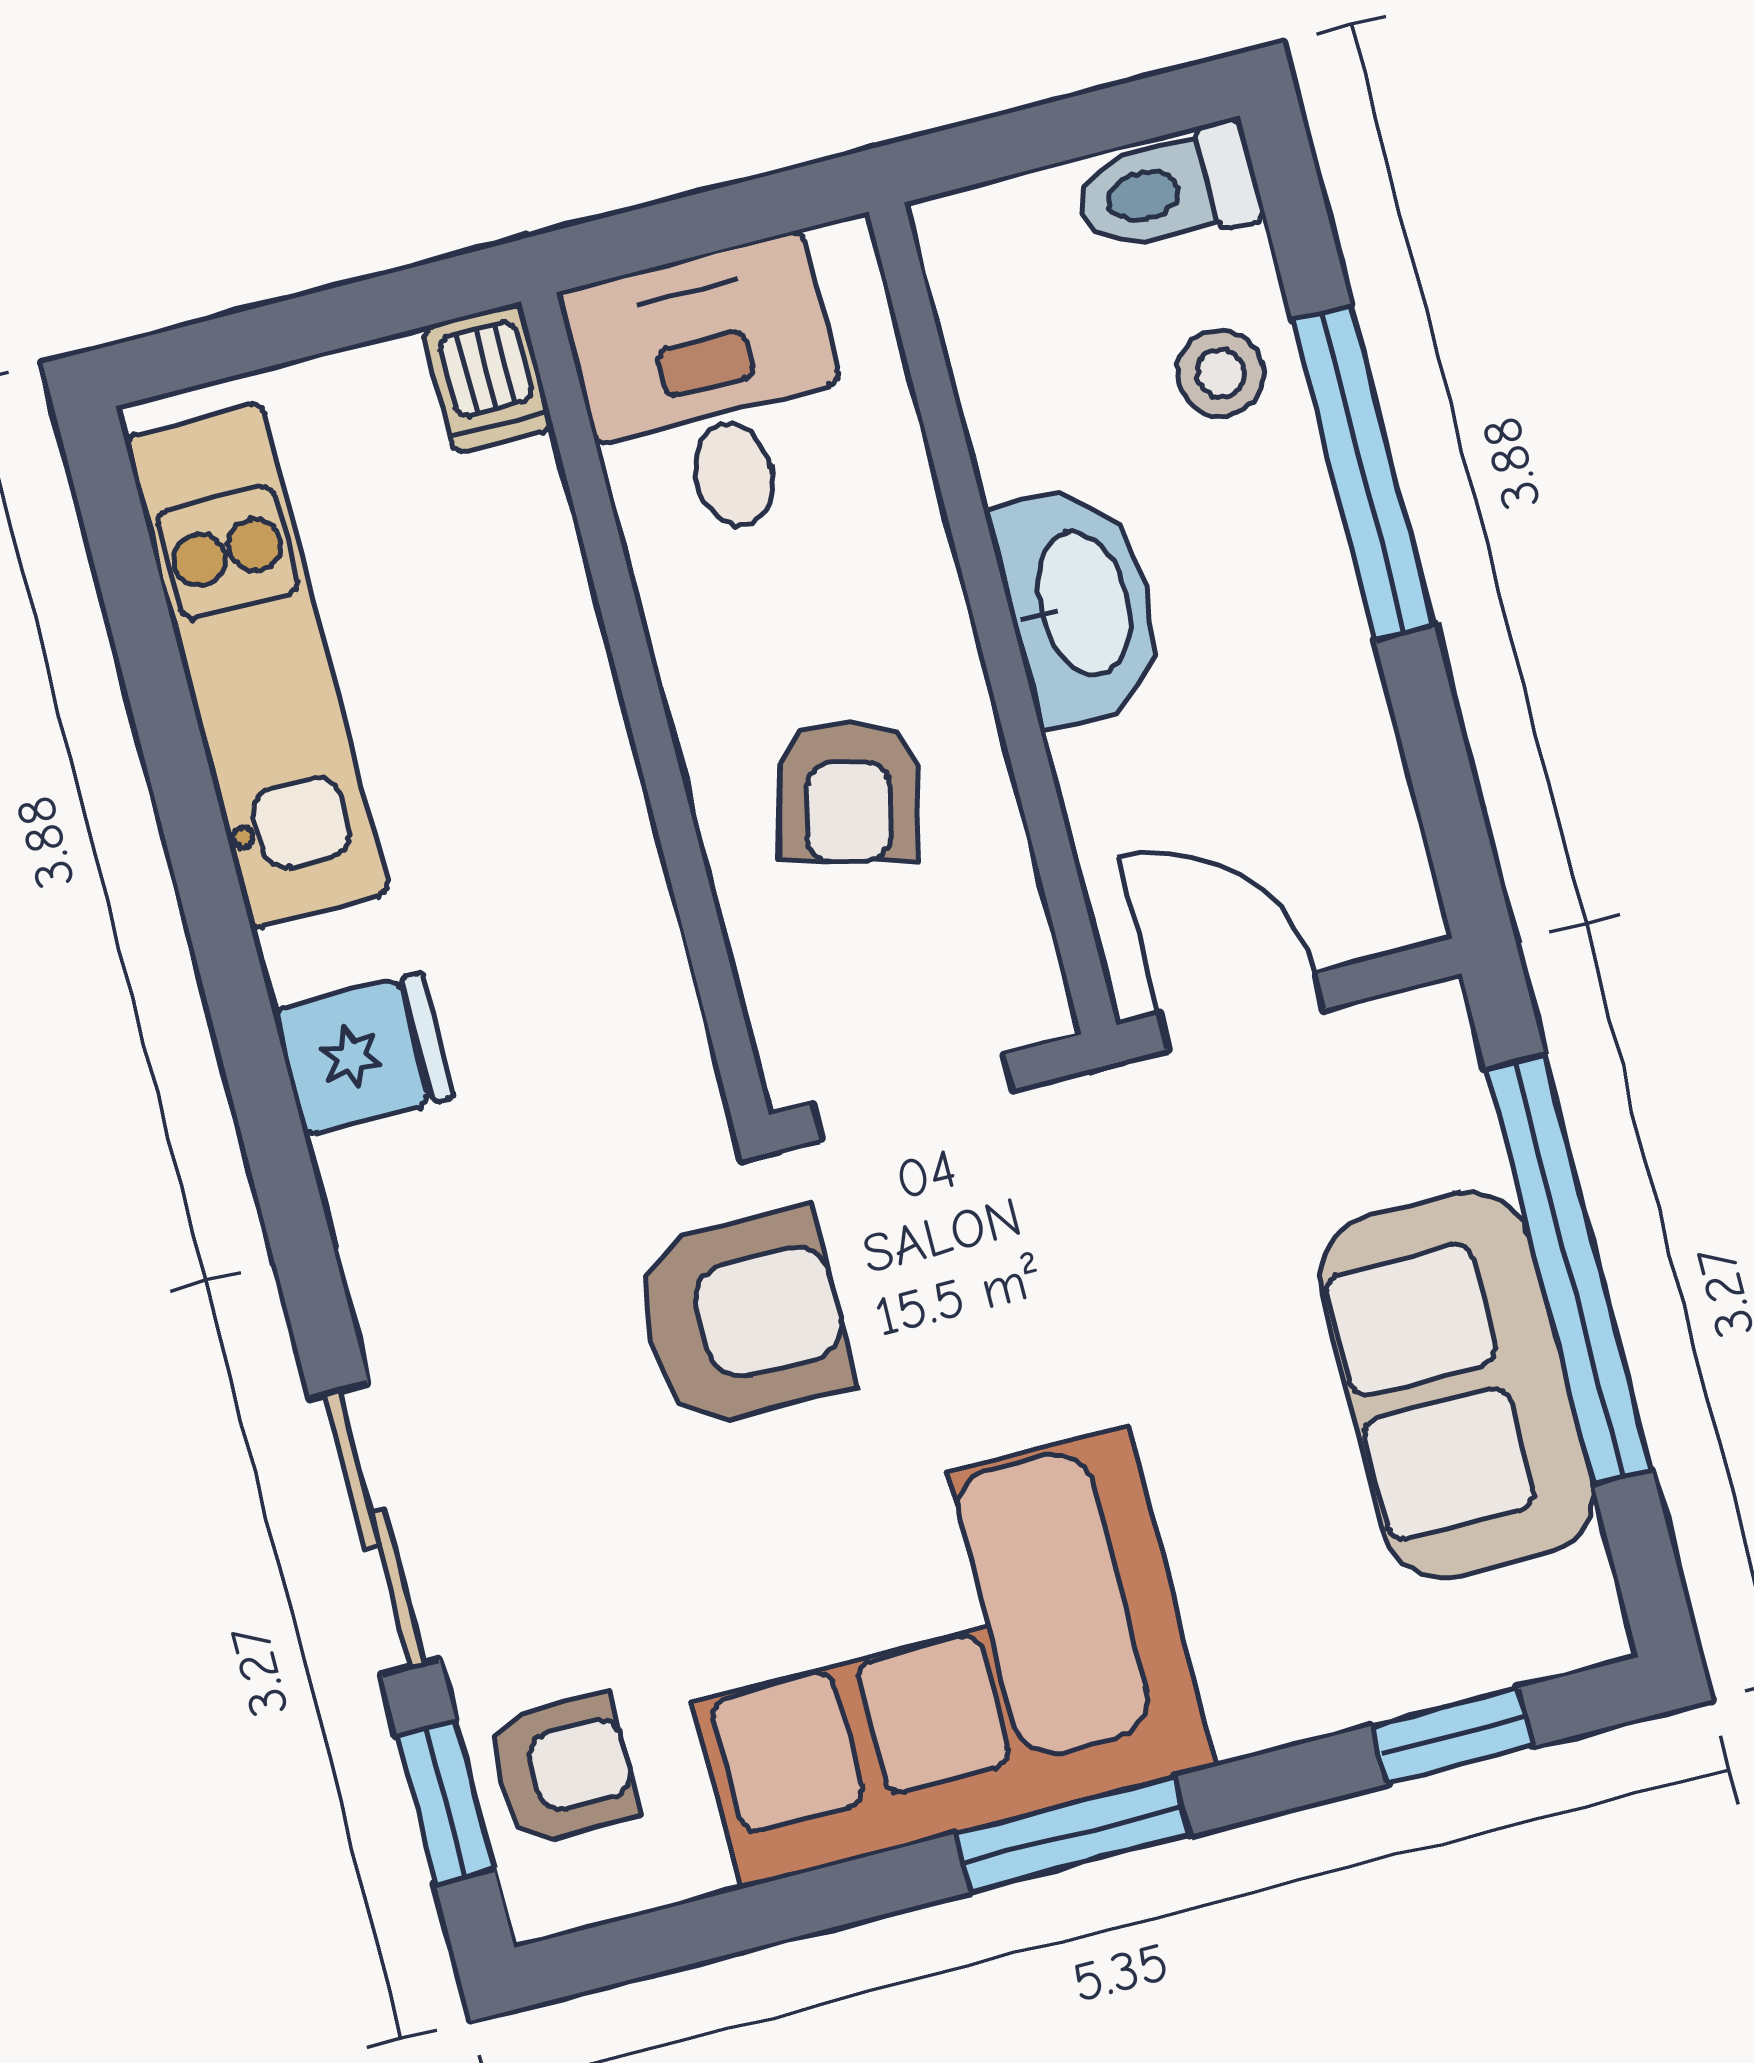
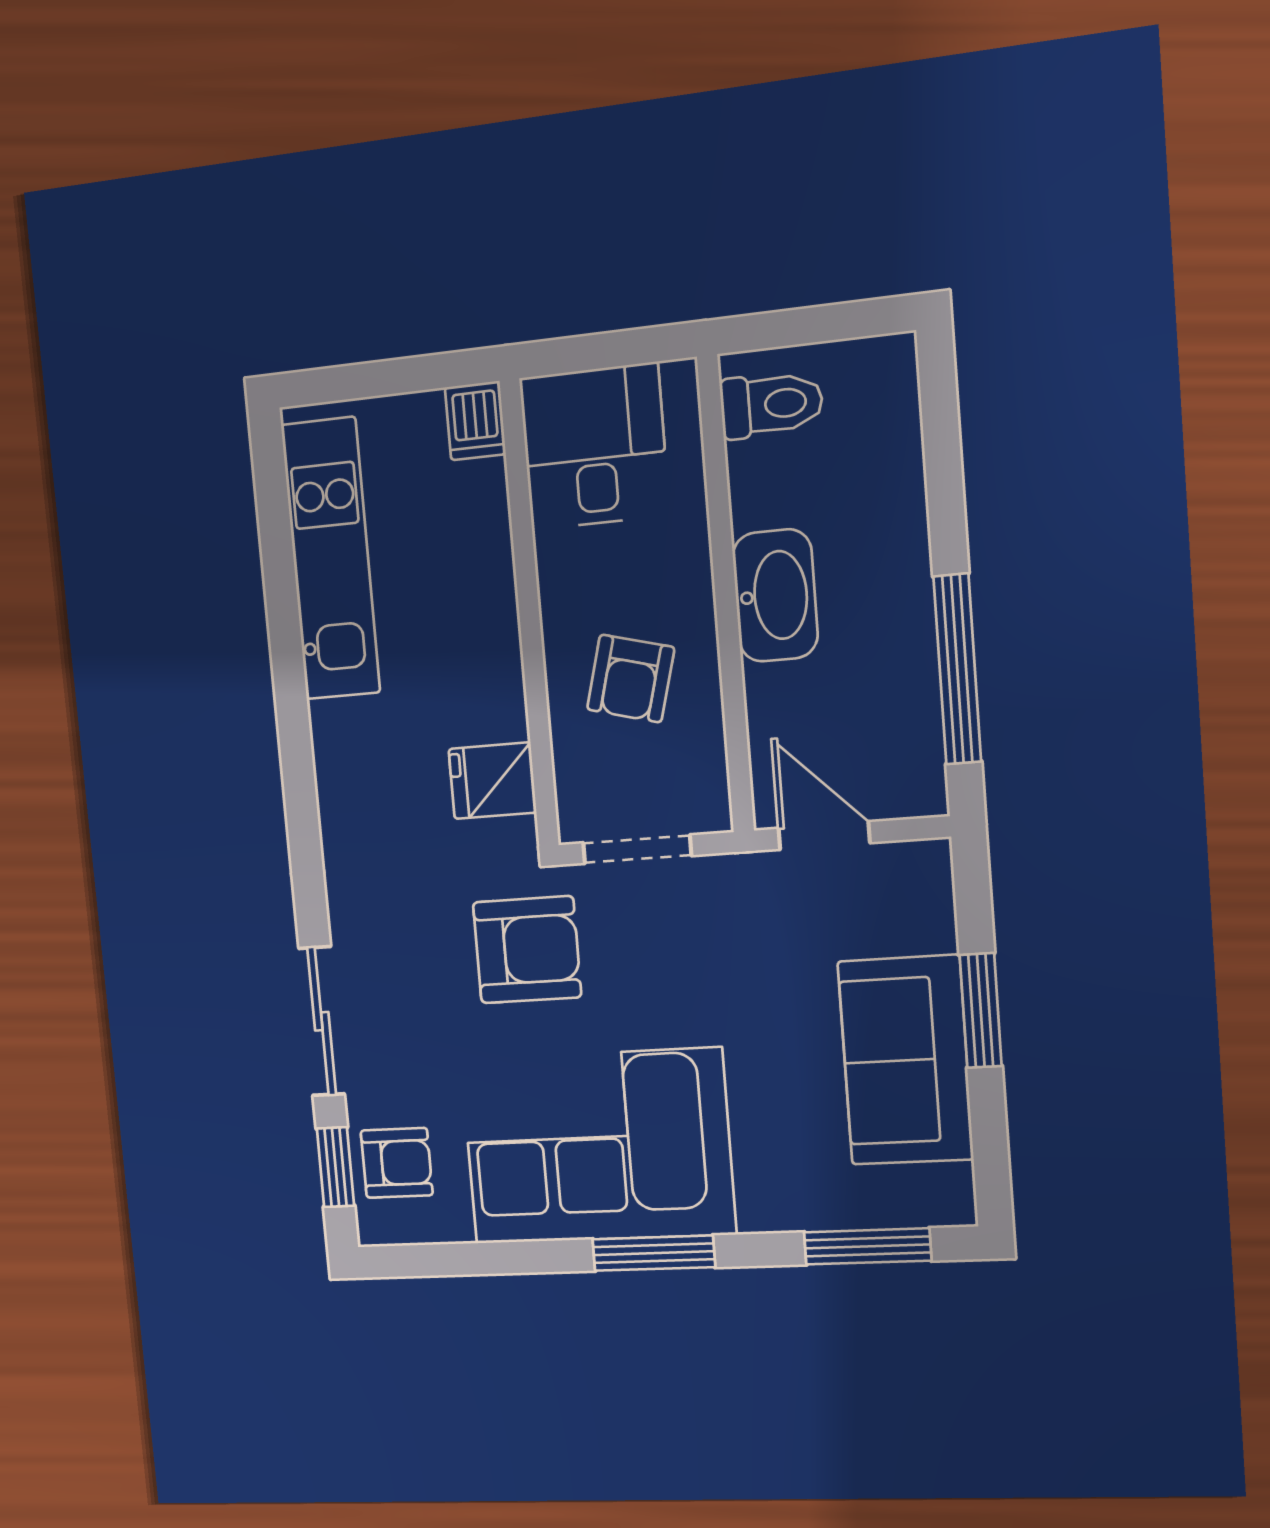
toilet: (1167, 190) -> (771, 405), moved, turned 180
stool: (1221, 373) -> (878, 477), removed
window: (1363, 472) -> (957, 669), moved
fridge: (363, 1054) -> (492, 781), moved, turned 180
window: (1569, 1270) -> (981, 1010), width x0.47
window: (1453, 1736) -> (867, 1246), width x1.50

